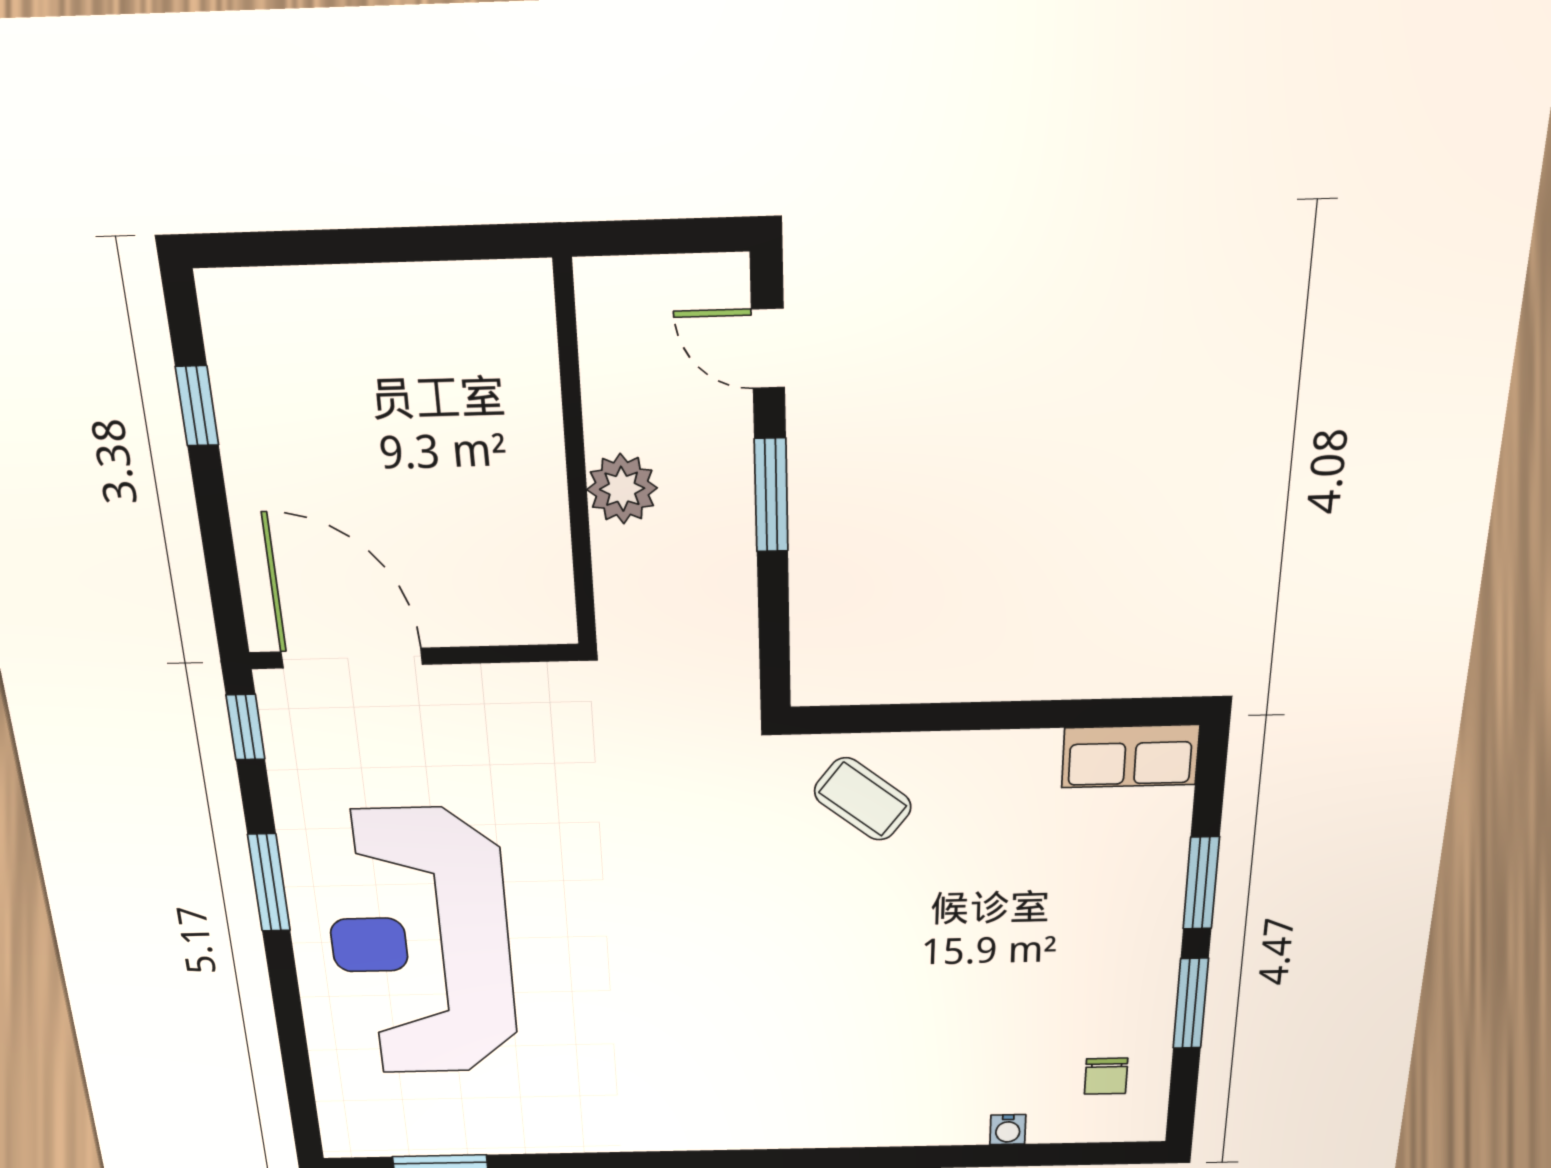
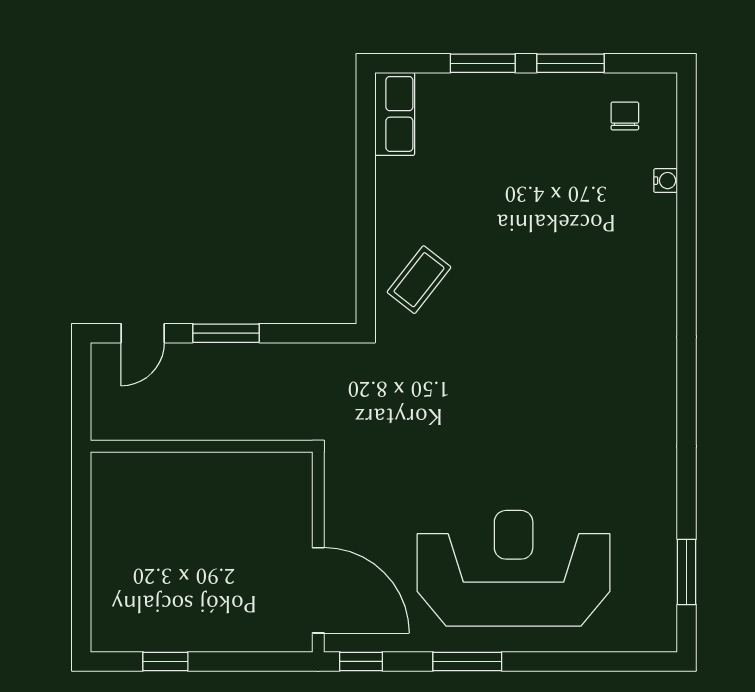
plant: (622, 489) -> (220, 420), removed
door: (352, 658) -> (318, 590), swing flipped
reception desk: (420, 944) -> (514, 568), turned 180
chair: (1106, 1076) -> (625, 116), turned -90

